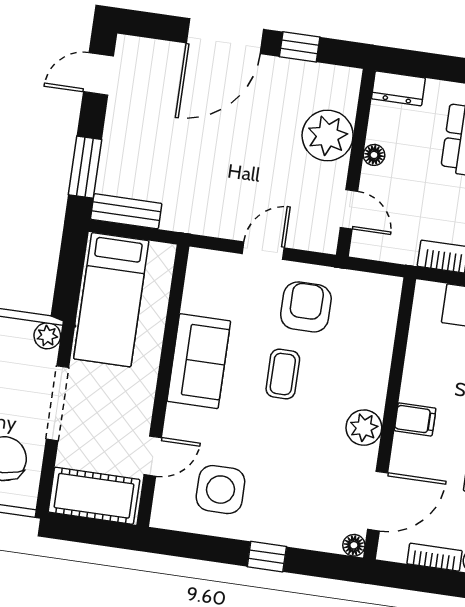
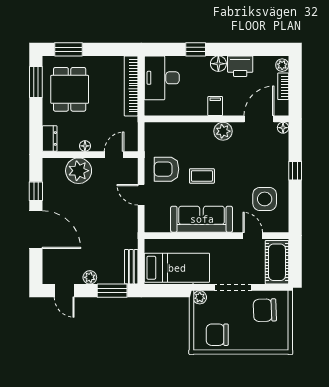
plant: (117, 128) -> (90, 277), added
sofa: (199, 361) -> (202, 219), width x1.36
door: (378, 501) -> (259, 119), hinge flipped

